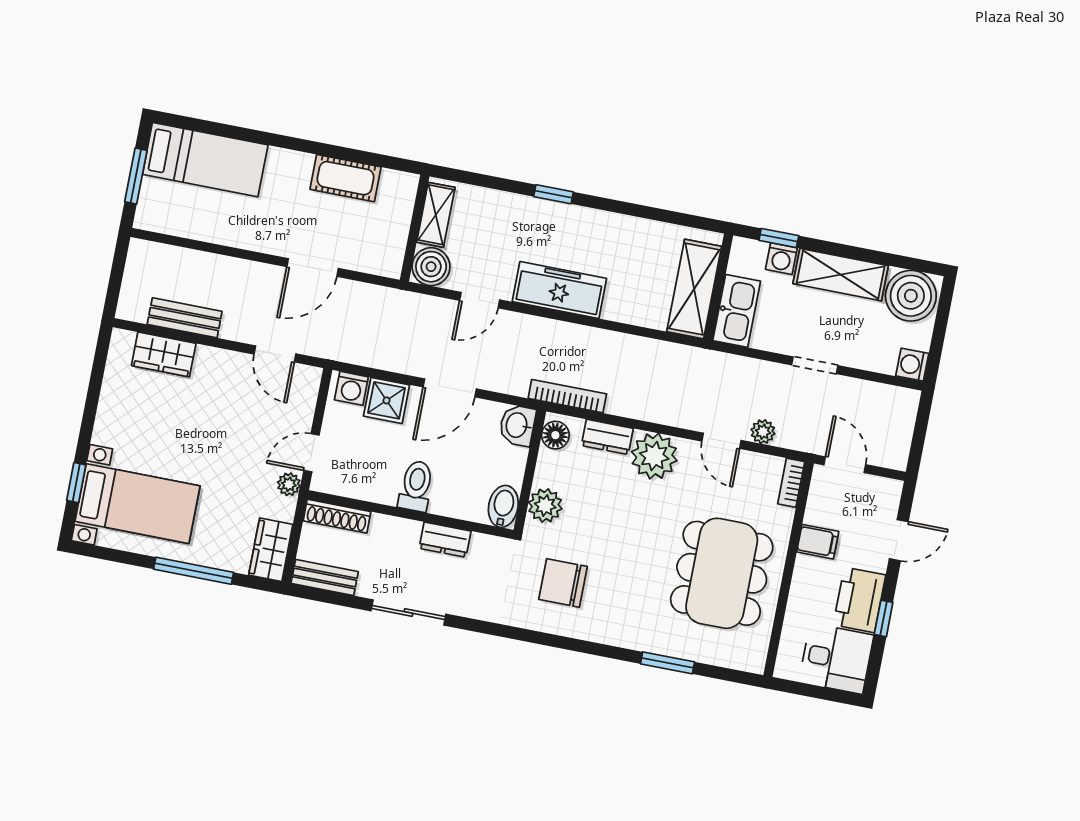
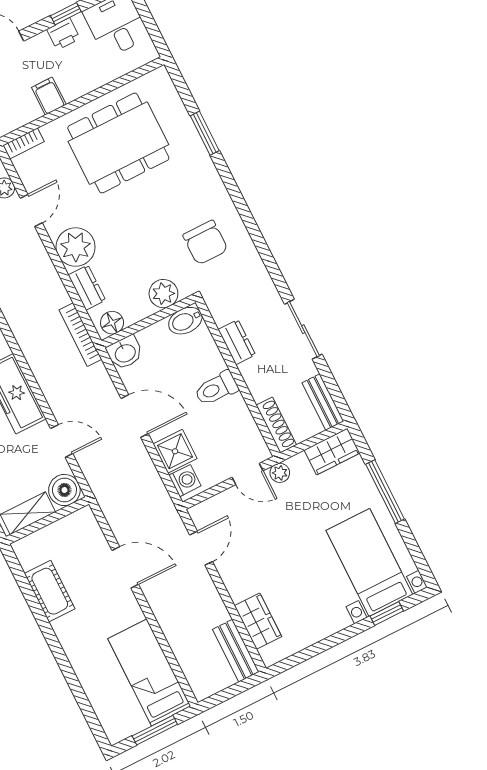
bed: (205, 160) -> (149, 673), moved
bench: (185, 318) -> (236, 651), moved
printer: (859, 600) -> (63, 34), width x0.53, depth x0.68

